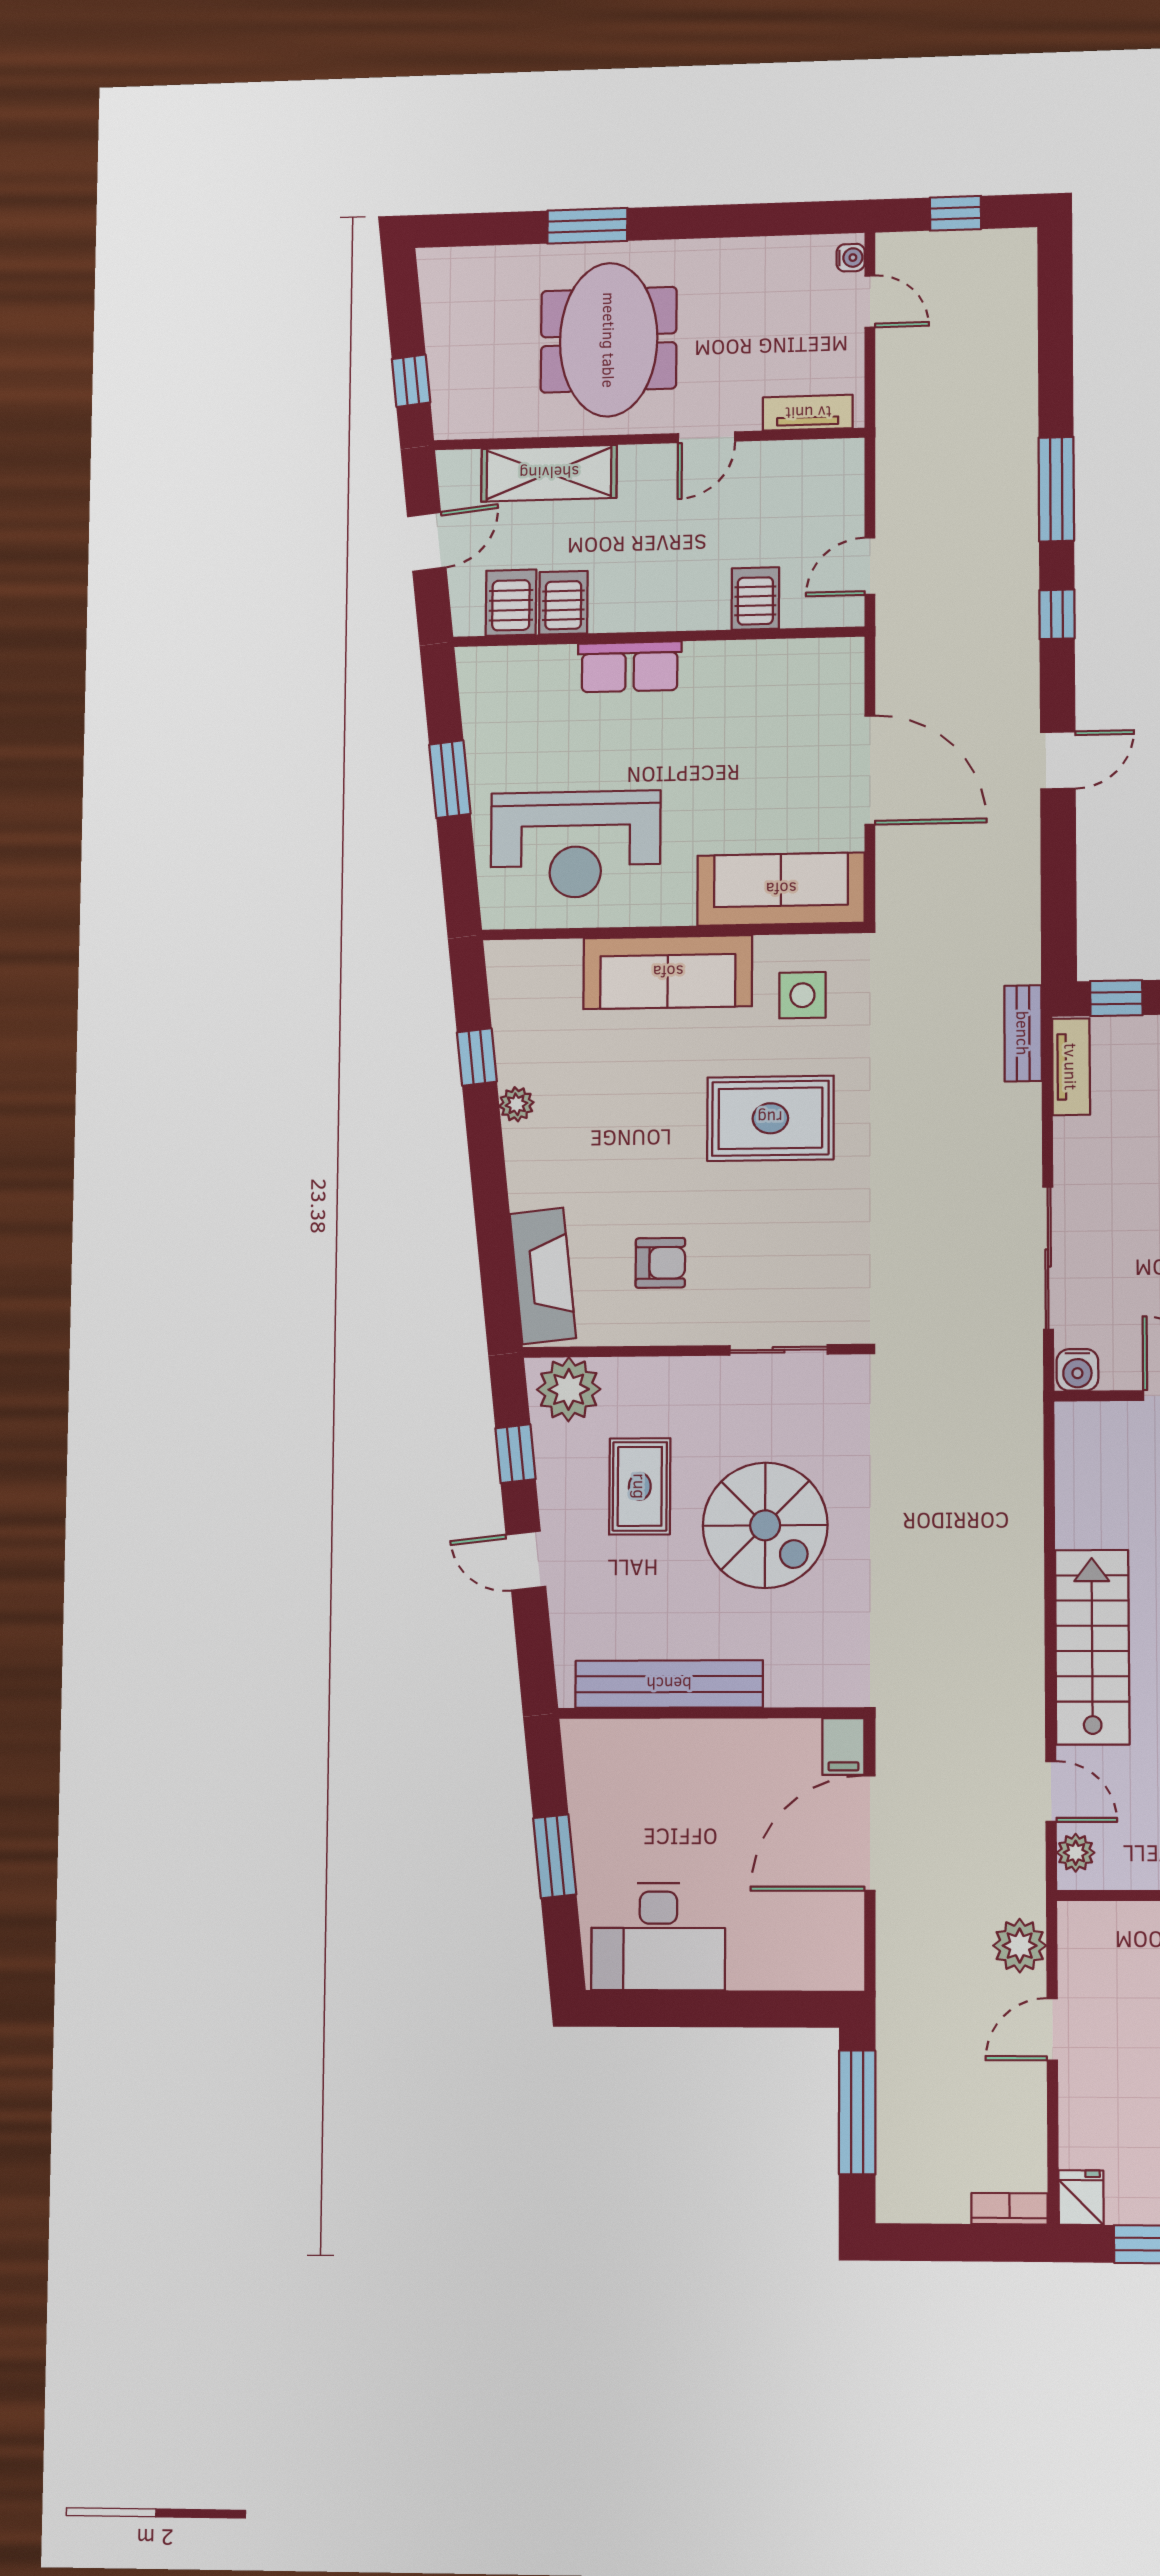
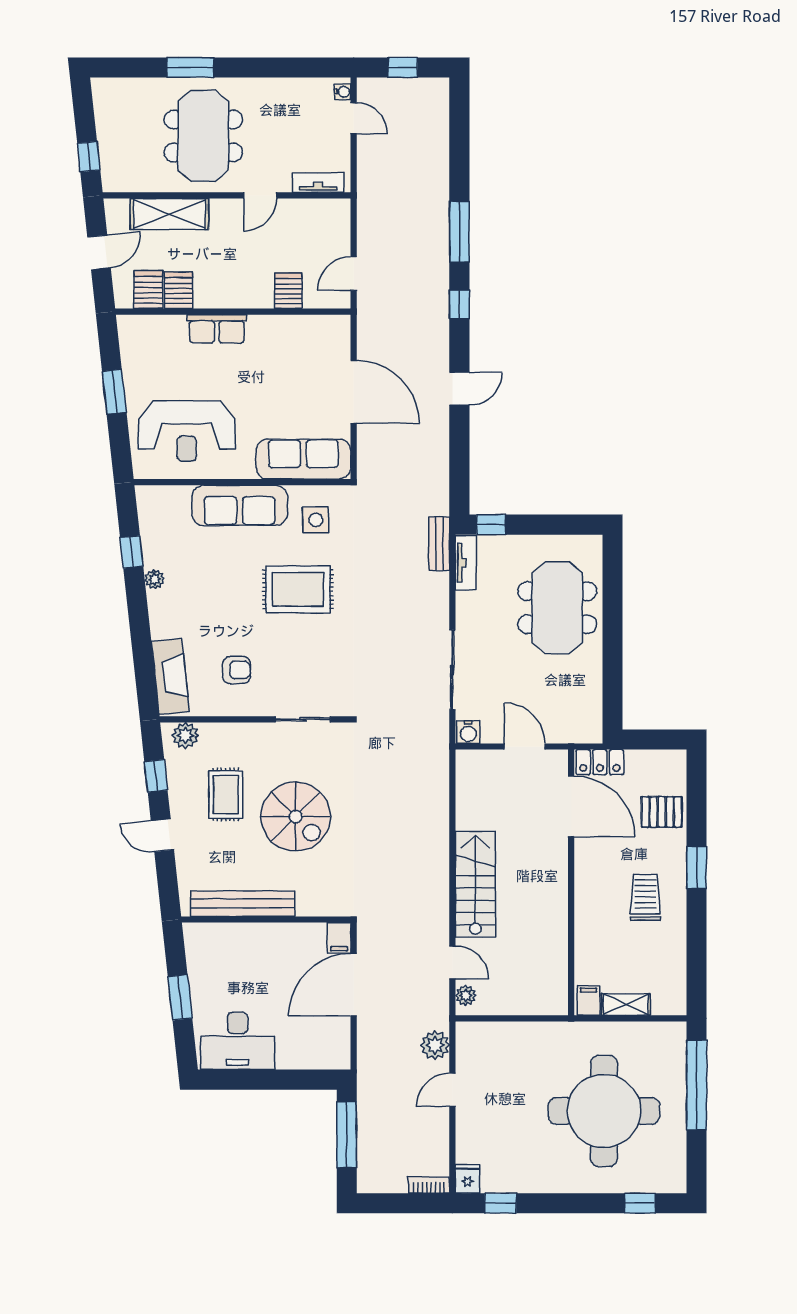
plant: (569, 1389) -> (186, 735), width x0.73, depth x0.73

